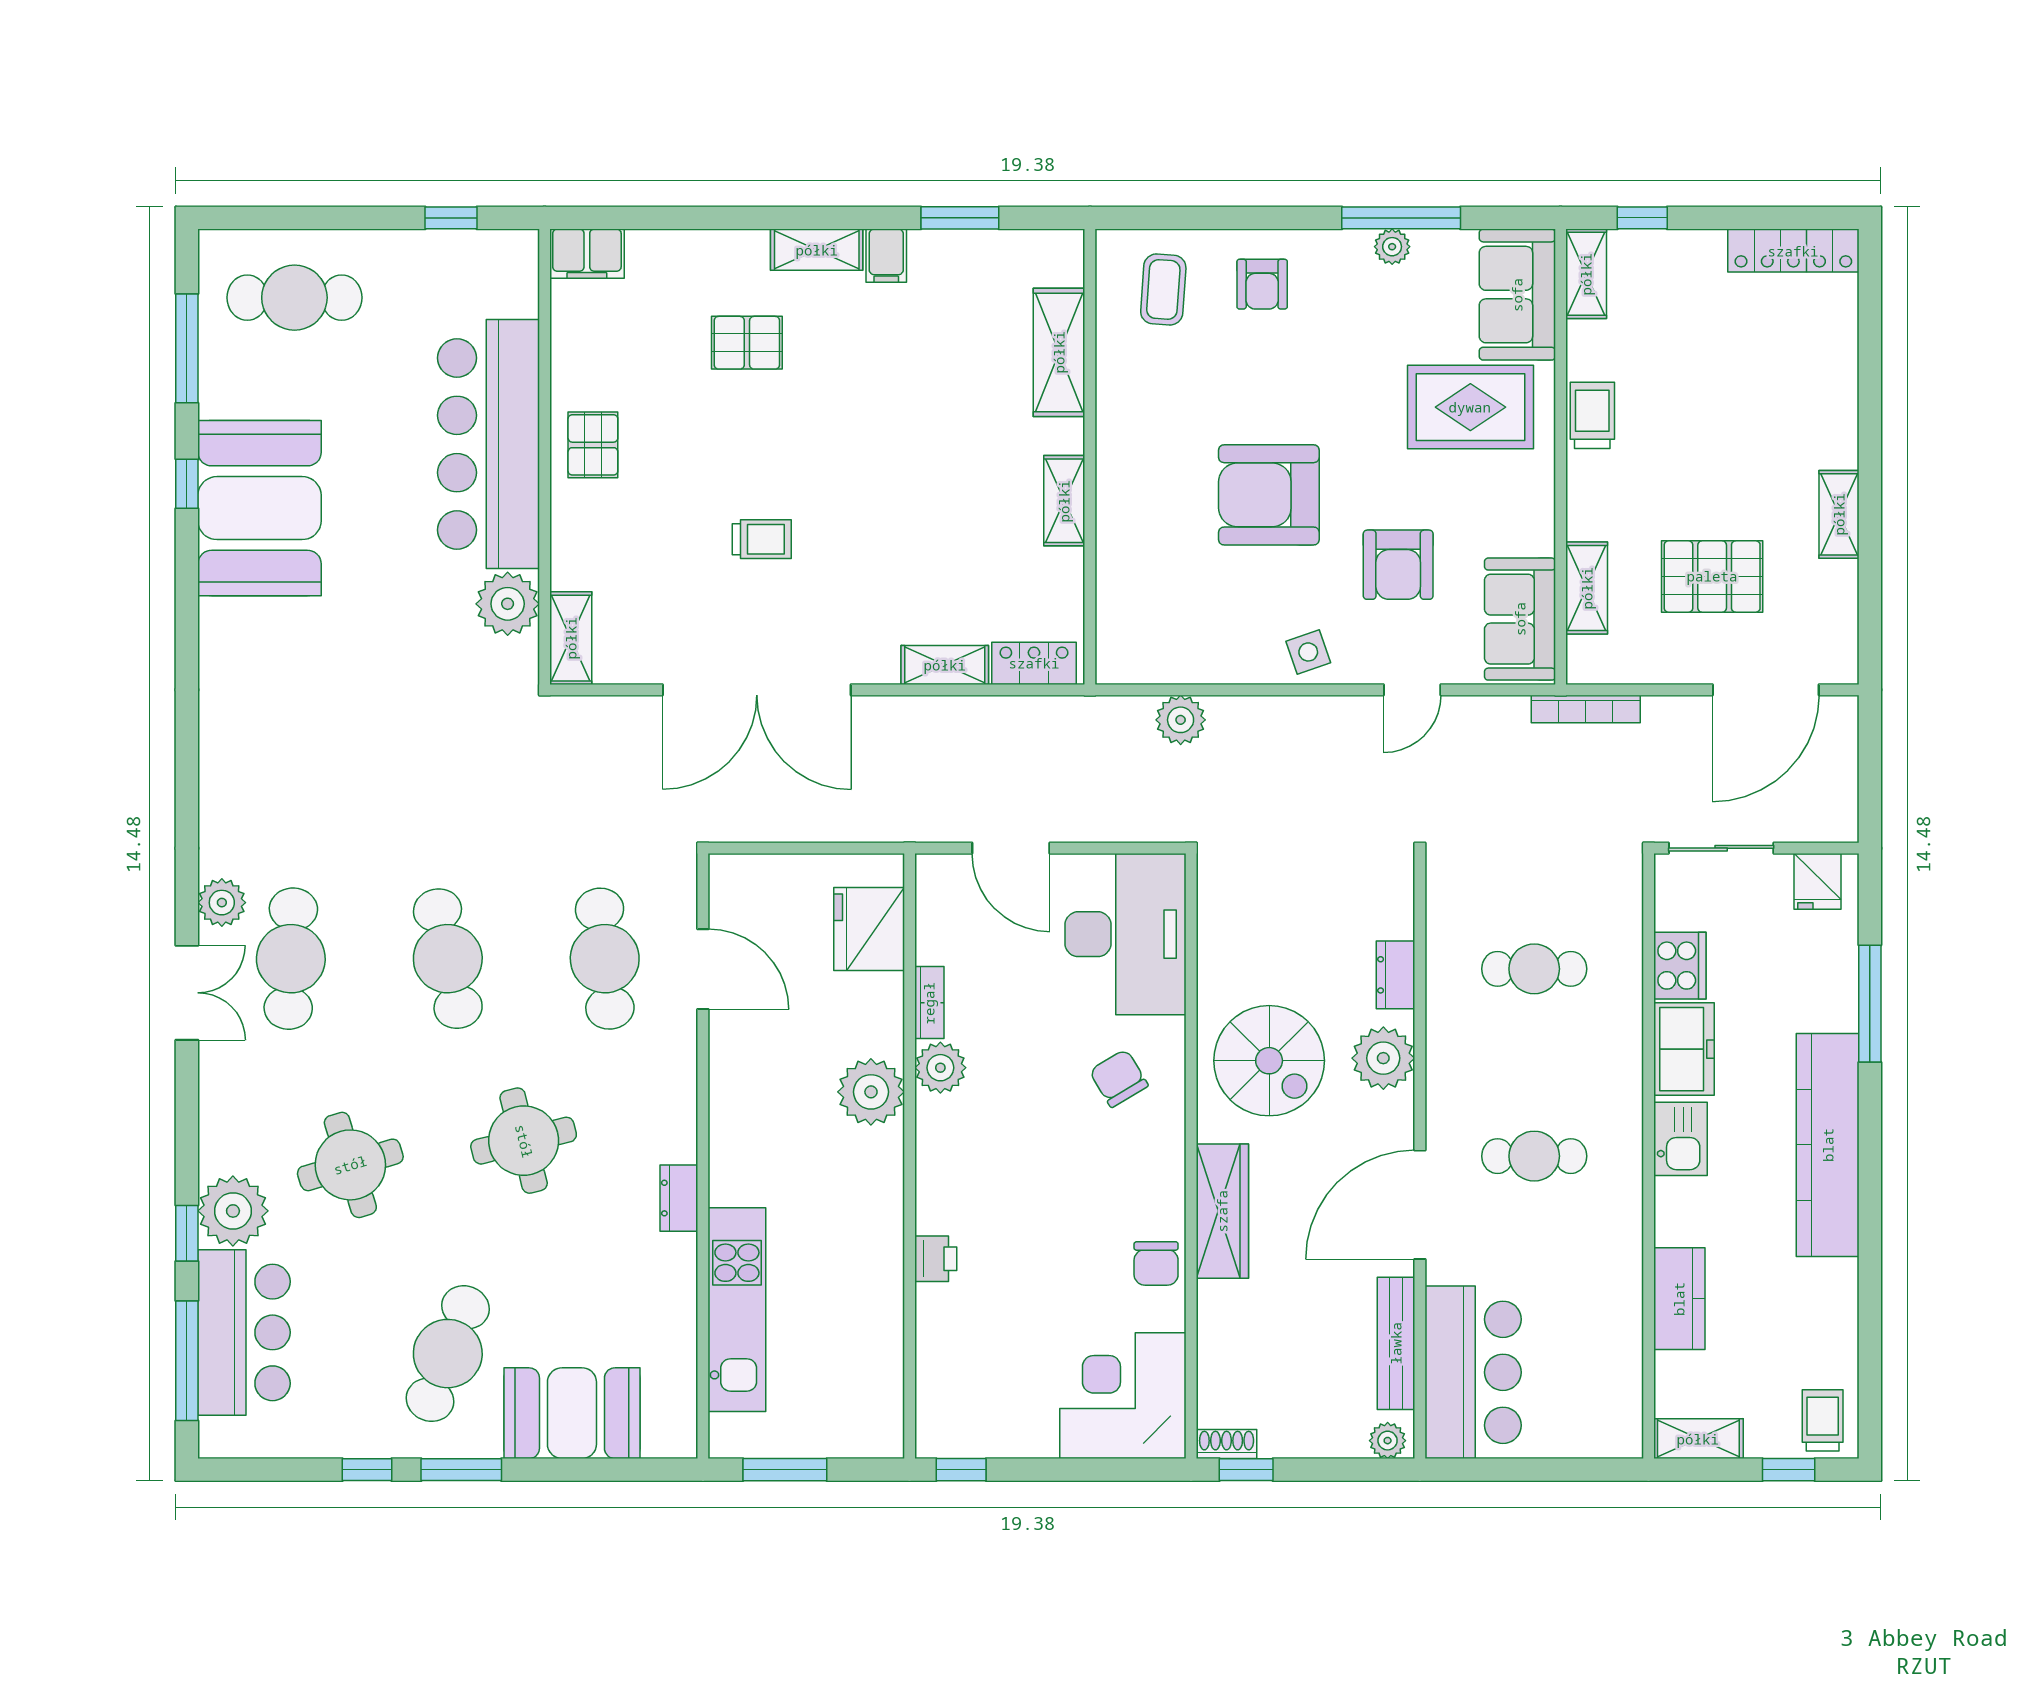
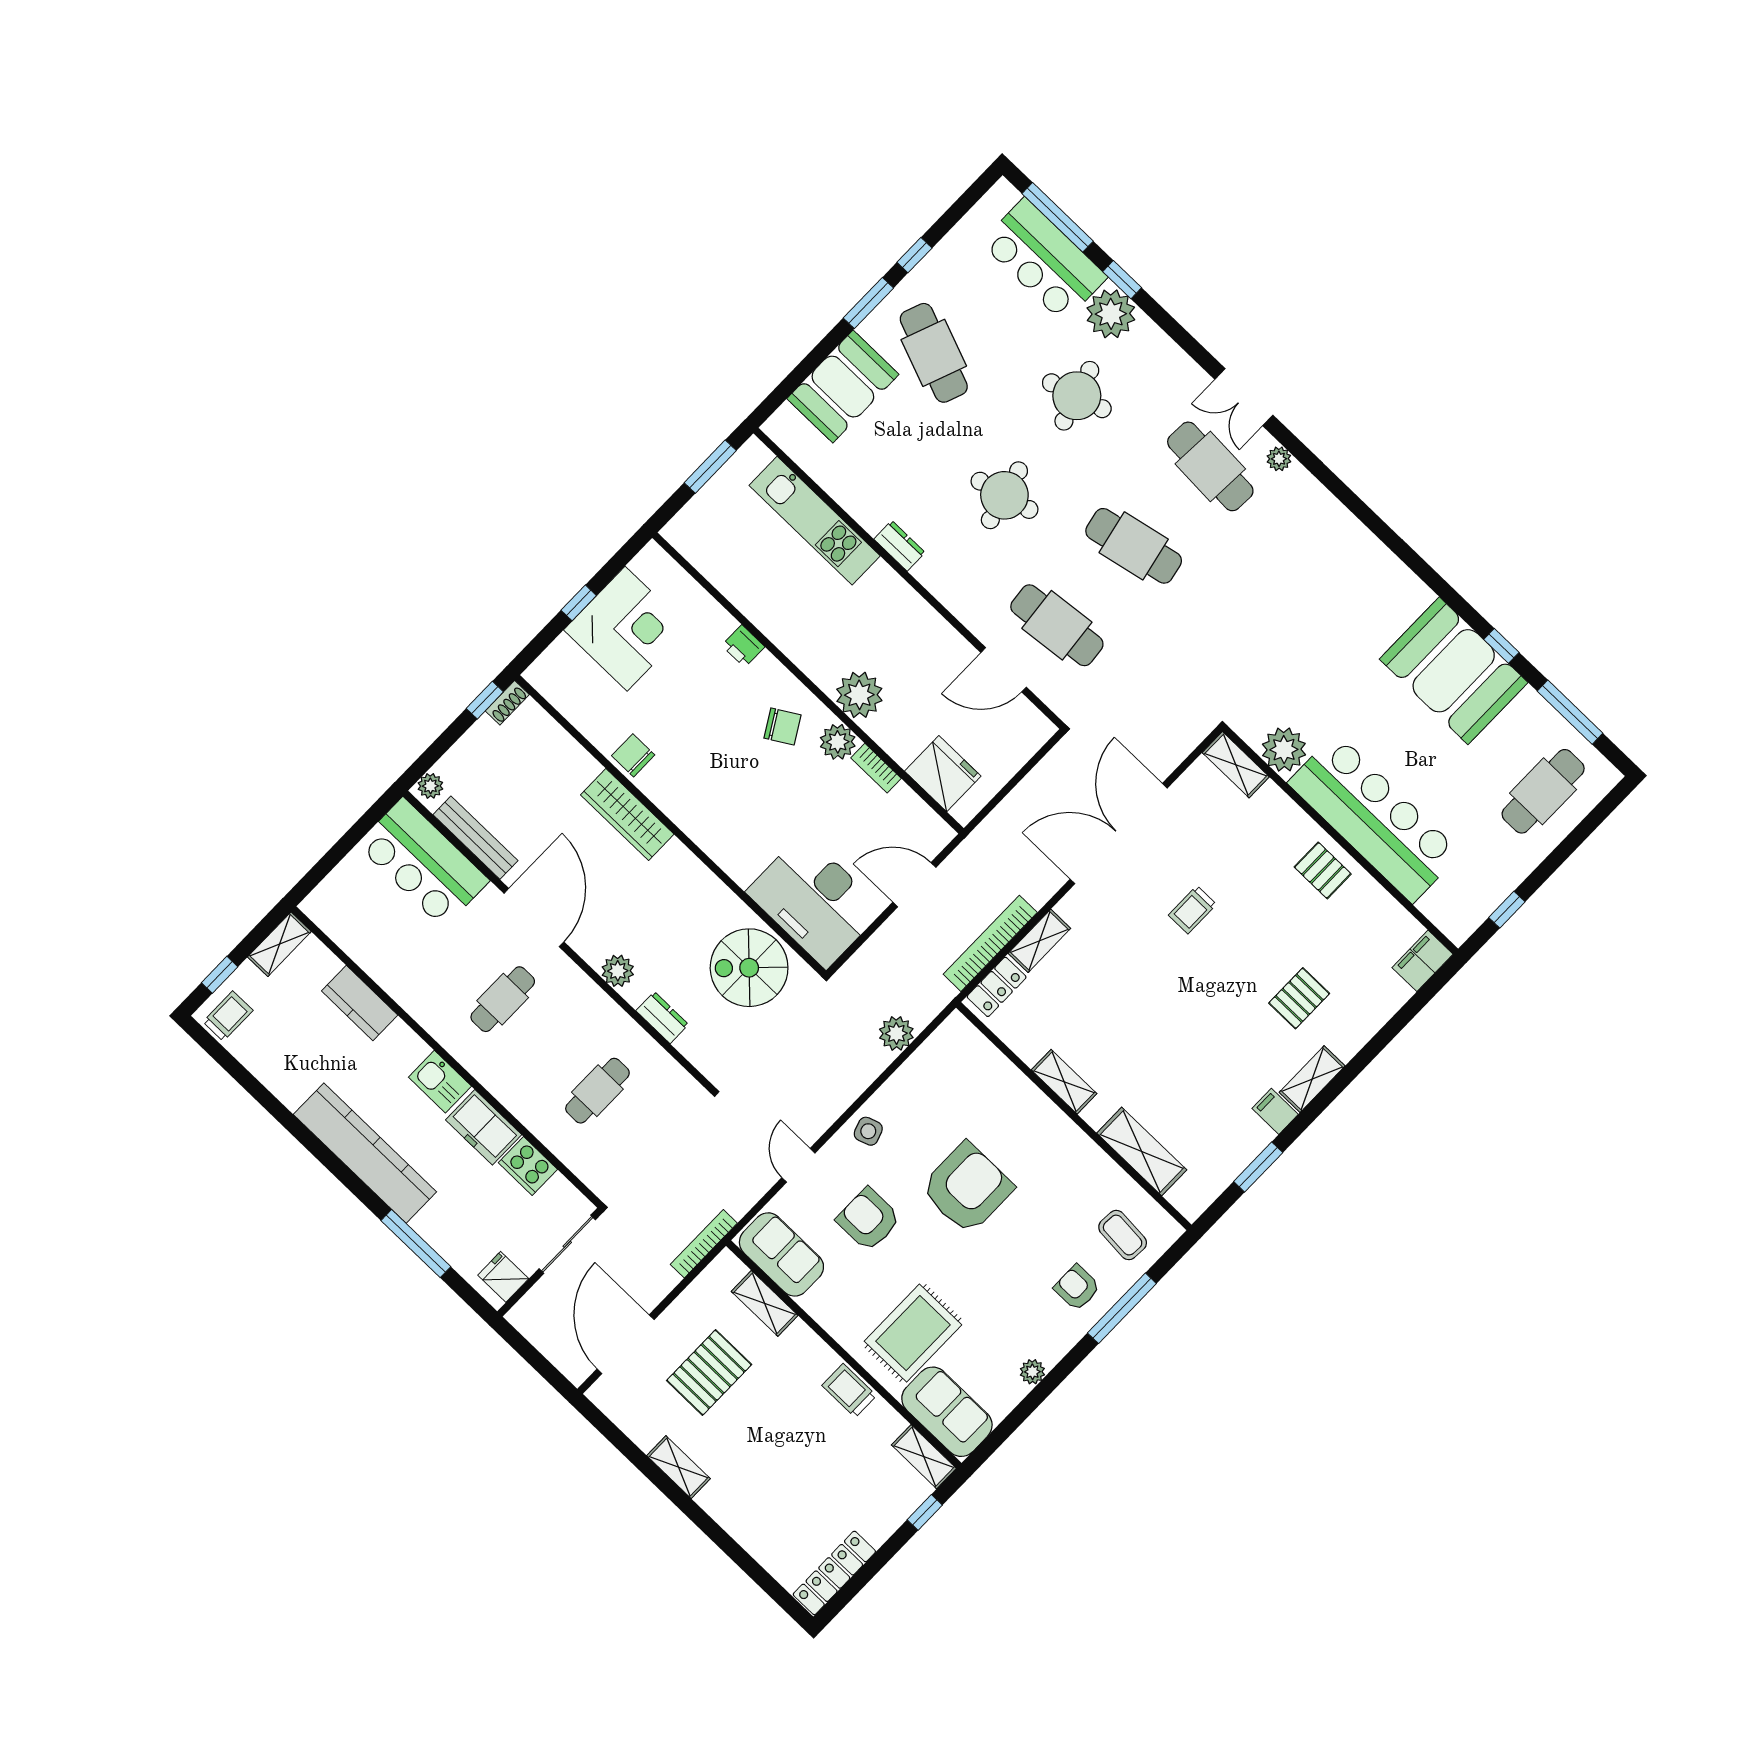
window: (1401, 218) -> (1122, 1308), moved
trolley: (1592, 415) -> (849, 1391), turned 180
bookcase: (996, 713) -> (990, 943), added
plant: (222, 903) -> (1279, 459), width x0.73, depth x0.73
plant: (1383, 1058) -> (618, 971), width x0.73, depth x0.73
spiral stairs: (1269, 1061) -> (749, 968), moved
chair: (1119, 1078) -> (782, 726), moved
corner desk: (1123, 1396) -> (626, 629), moved
trolley: (1823, 1420) -> (228, 1016), turned -90
window: (961, 1470) -> (579, 603), moved

